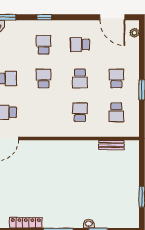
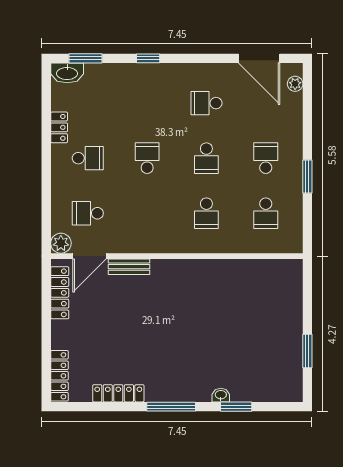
school desk: (44, 45) -> (147, 103), removed
school desk: (80, 112) -> (206, 213), turned 180
bench: (111, 145) -> (129, 267), moved

